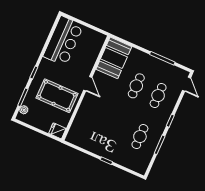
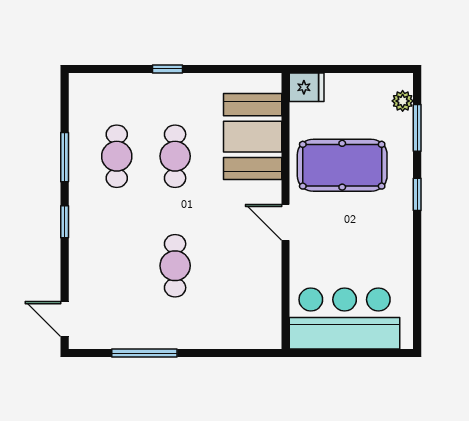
bar counter: (63, 41) -> (345, 318), moved, turned 90
booth: (114, 58) -> (253, 137), moved
cafe table: (158, 96) -> (175, 156), moved

